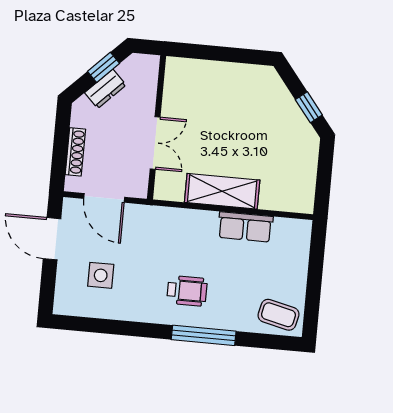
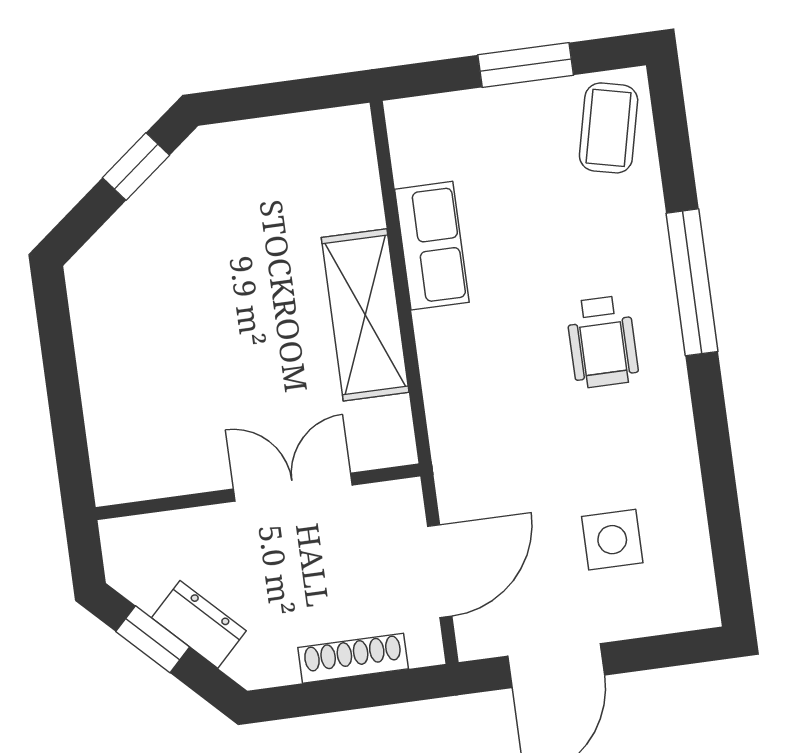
window: (314, 285) -> (526, 65), added
wheelchair: (187, 291) -> (602, 342), turned 180

